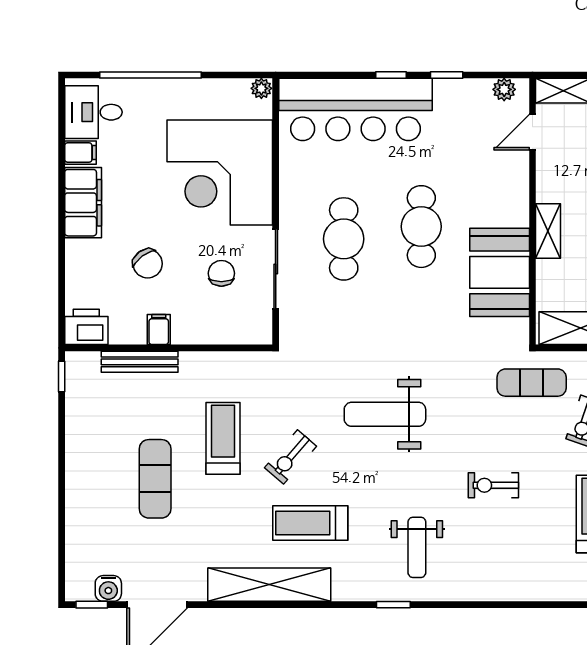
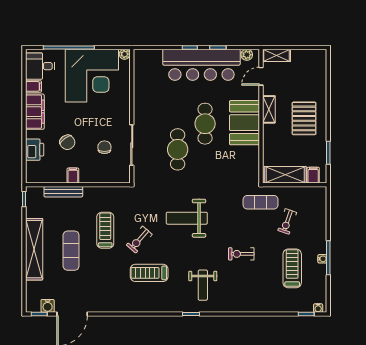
bar counter: (355, 109) -> (201, 65), moved
corner desk: (220, 172) -> (92, 76), moved, turned -90
shelving: (548, 231) -> (269, 109), moved
cafe table: (344, 239) -> (178, 149), moved
booth: (500, 272) -> (244, 123), moved
printer: (86, 327) -> (35, 150), moved, turned 90
shelving: (269, 585) -> (34, 249), moved, turned 90

